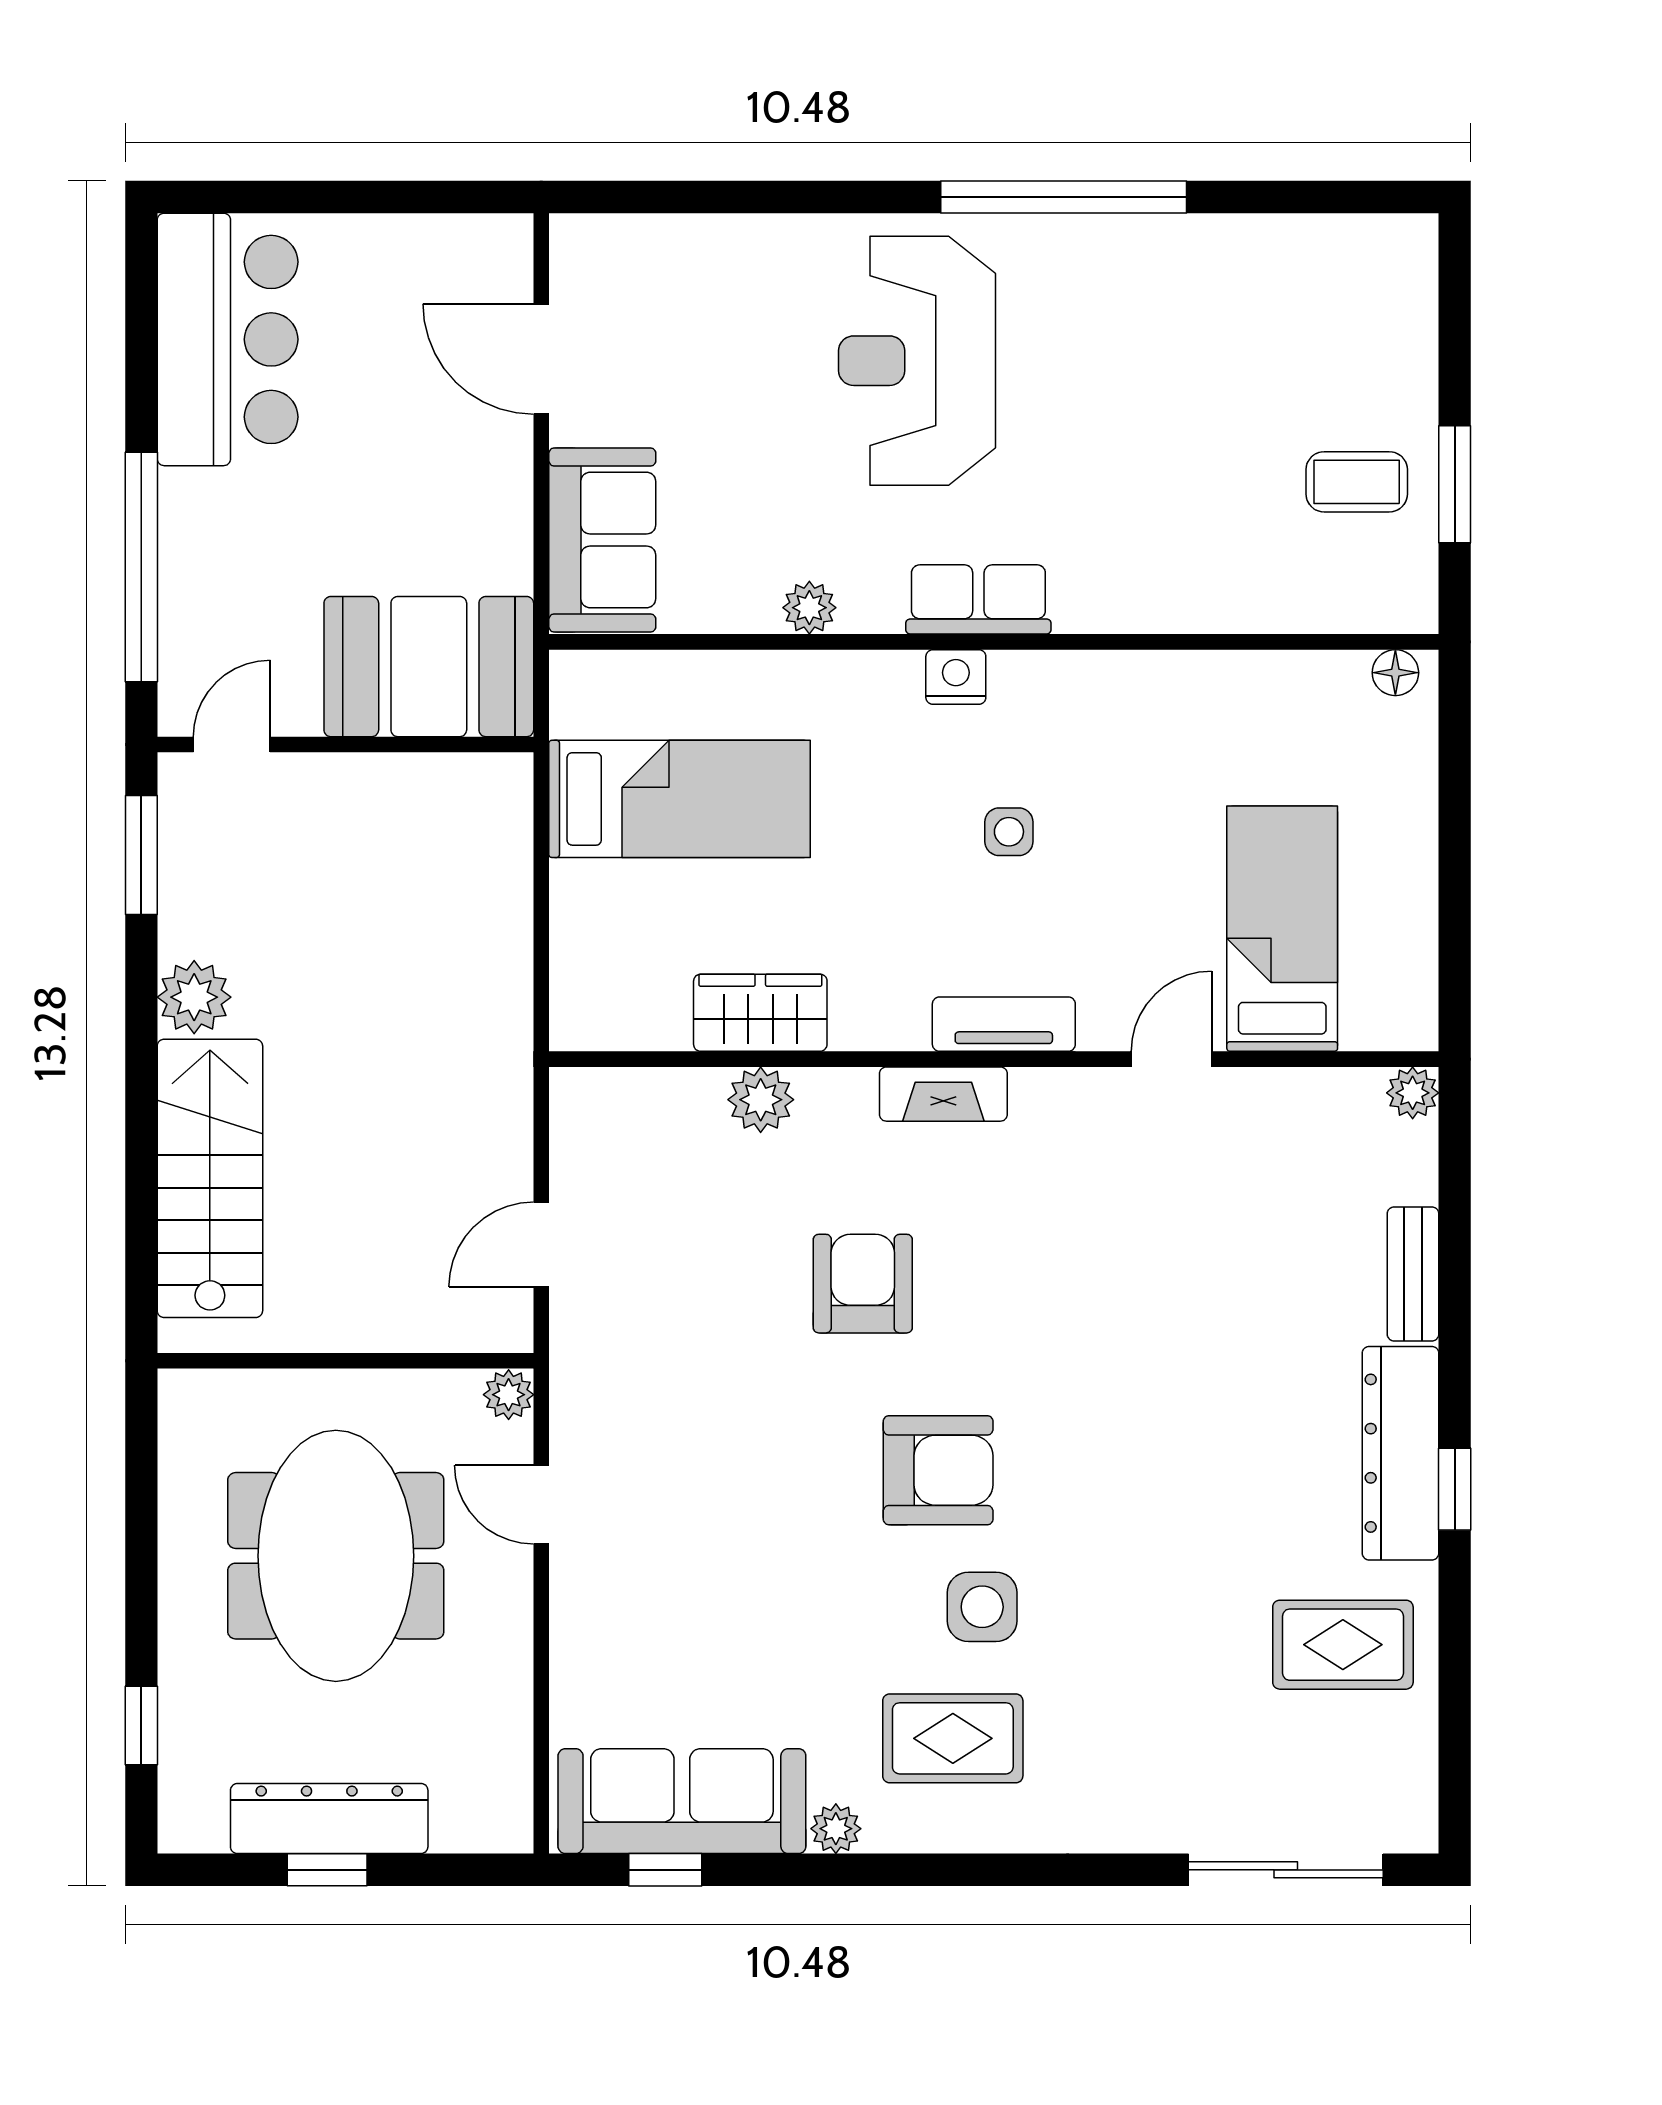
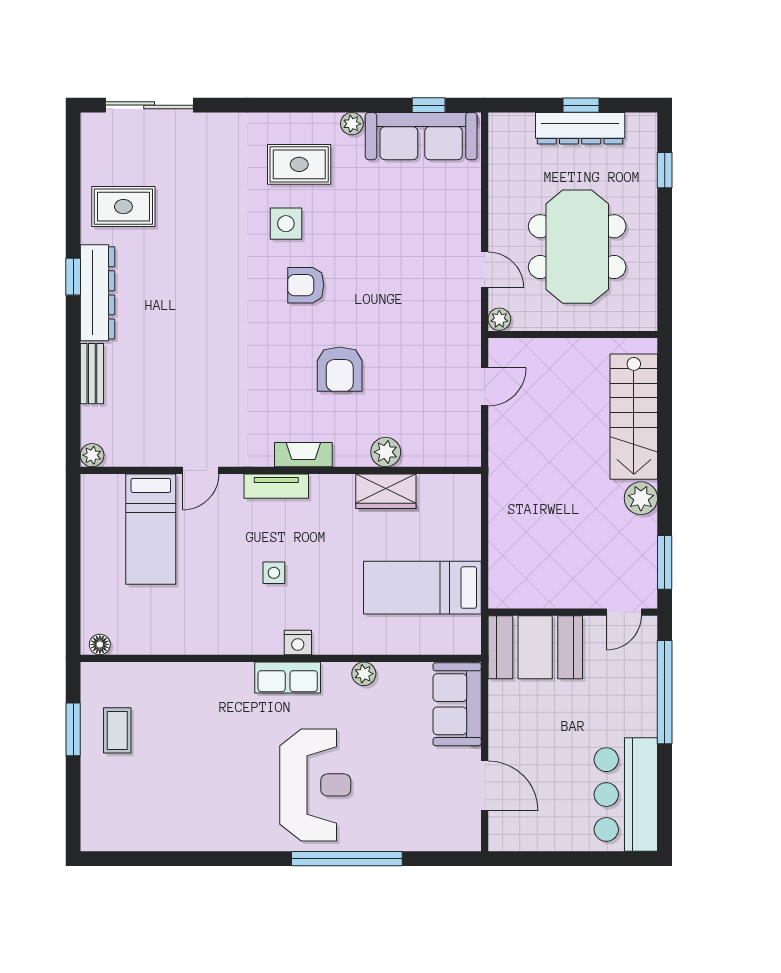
window: (1064, 197) -> (347, 859), moved
coffee table: (1357, 482) -> (117, 730), turned 90
armchair: (938, 1470) -> (306, 285), width x0.72, depth x0.72

